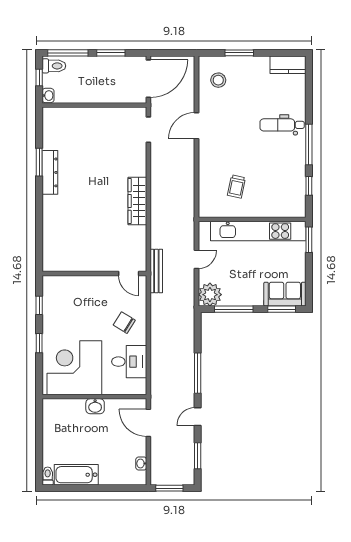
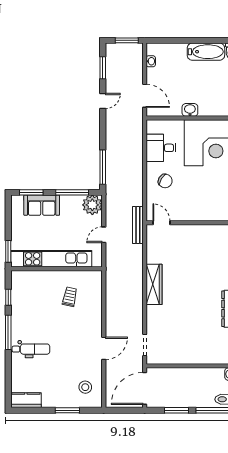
sofa: (285, 294) -> (42, 205), moved
window: (198, 373) -> (103, 167), moved

